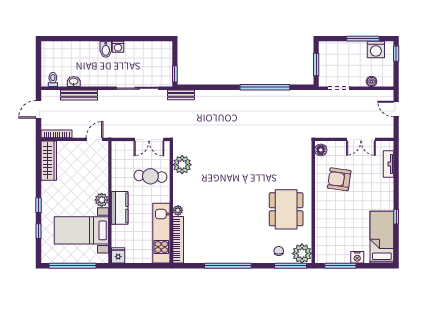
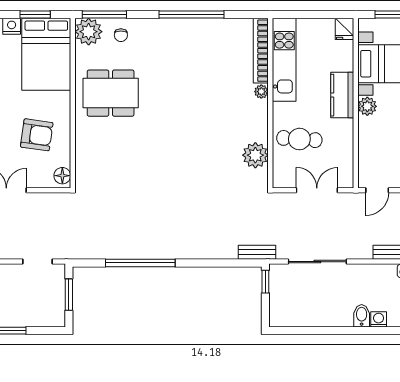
washing machine: (118, 47) -> (379, 319), moved
double door: (149, 139) -> (317, 190), moved
dining table: (286, 209) -> (111, 93), turned 90
bed: (332, 237) -> (46, 54), added
window: (340, 266) -> (35, 15), width x0.69

